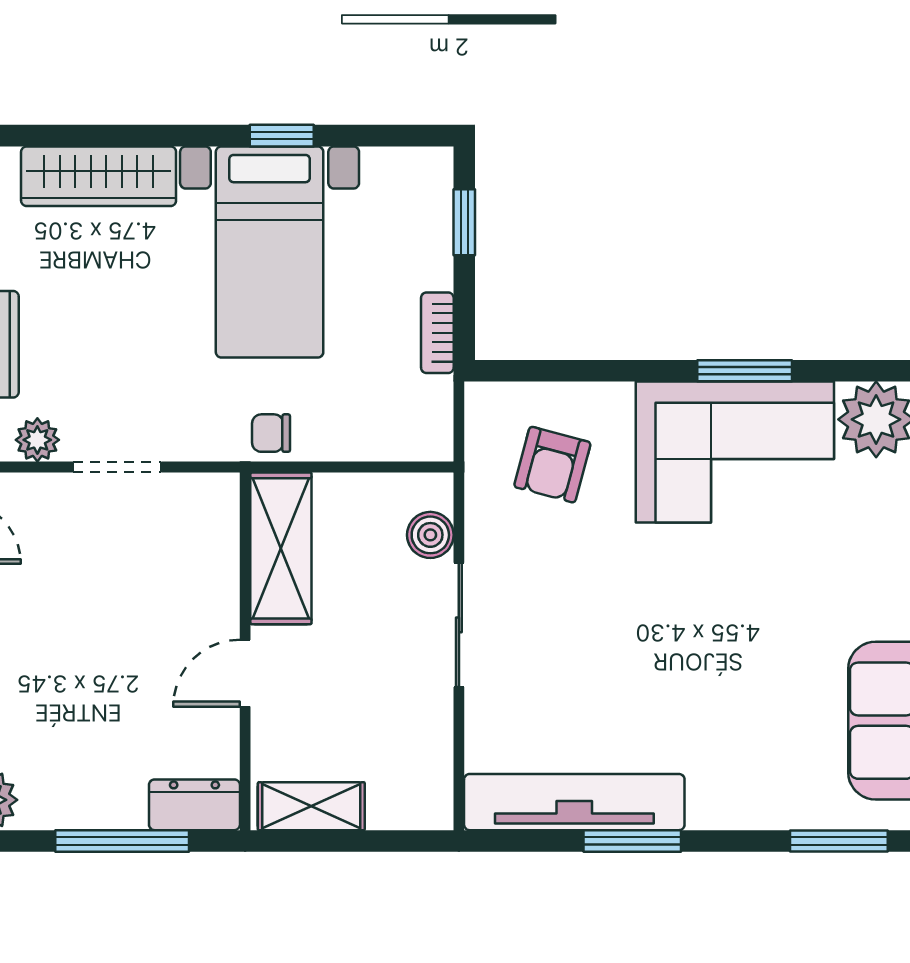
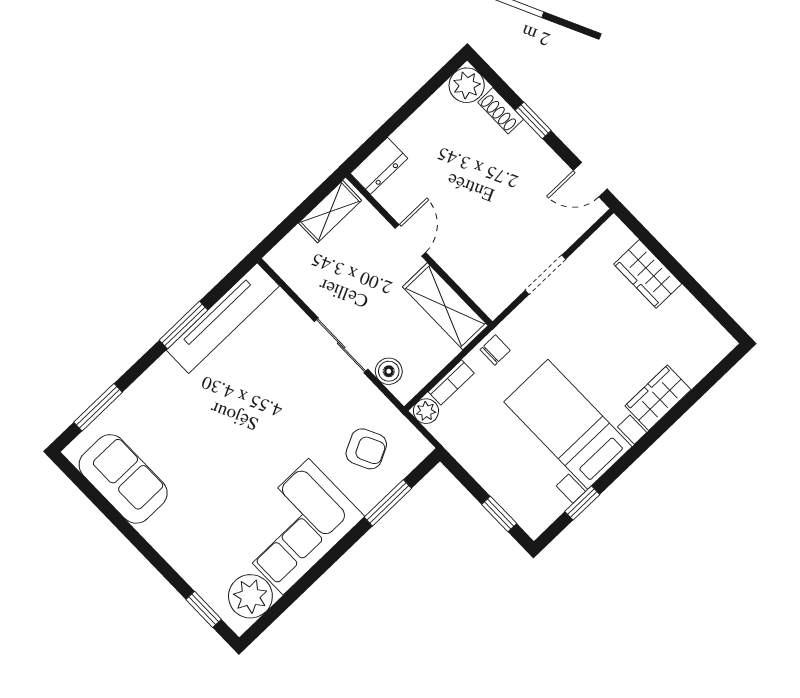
window: (282, 136) -> (582, 503), moved
wardrobe: (99, 176) -> (658, 398), width x0.67
bookcase: (437, 333) -> (451, 382), moved, turned 90
window: (745, 371) -> (388, 503), moved
plant: (37, 440) -> (426, 411), moved
armchair: (552, 465) -> (366, 449), turned 139
window: (122, 841) -> (394, 122), removed

